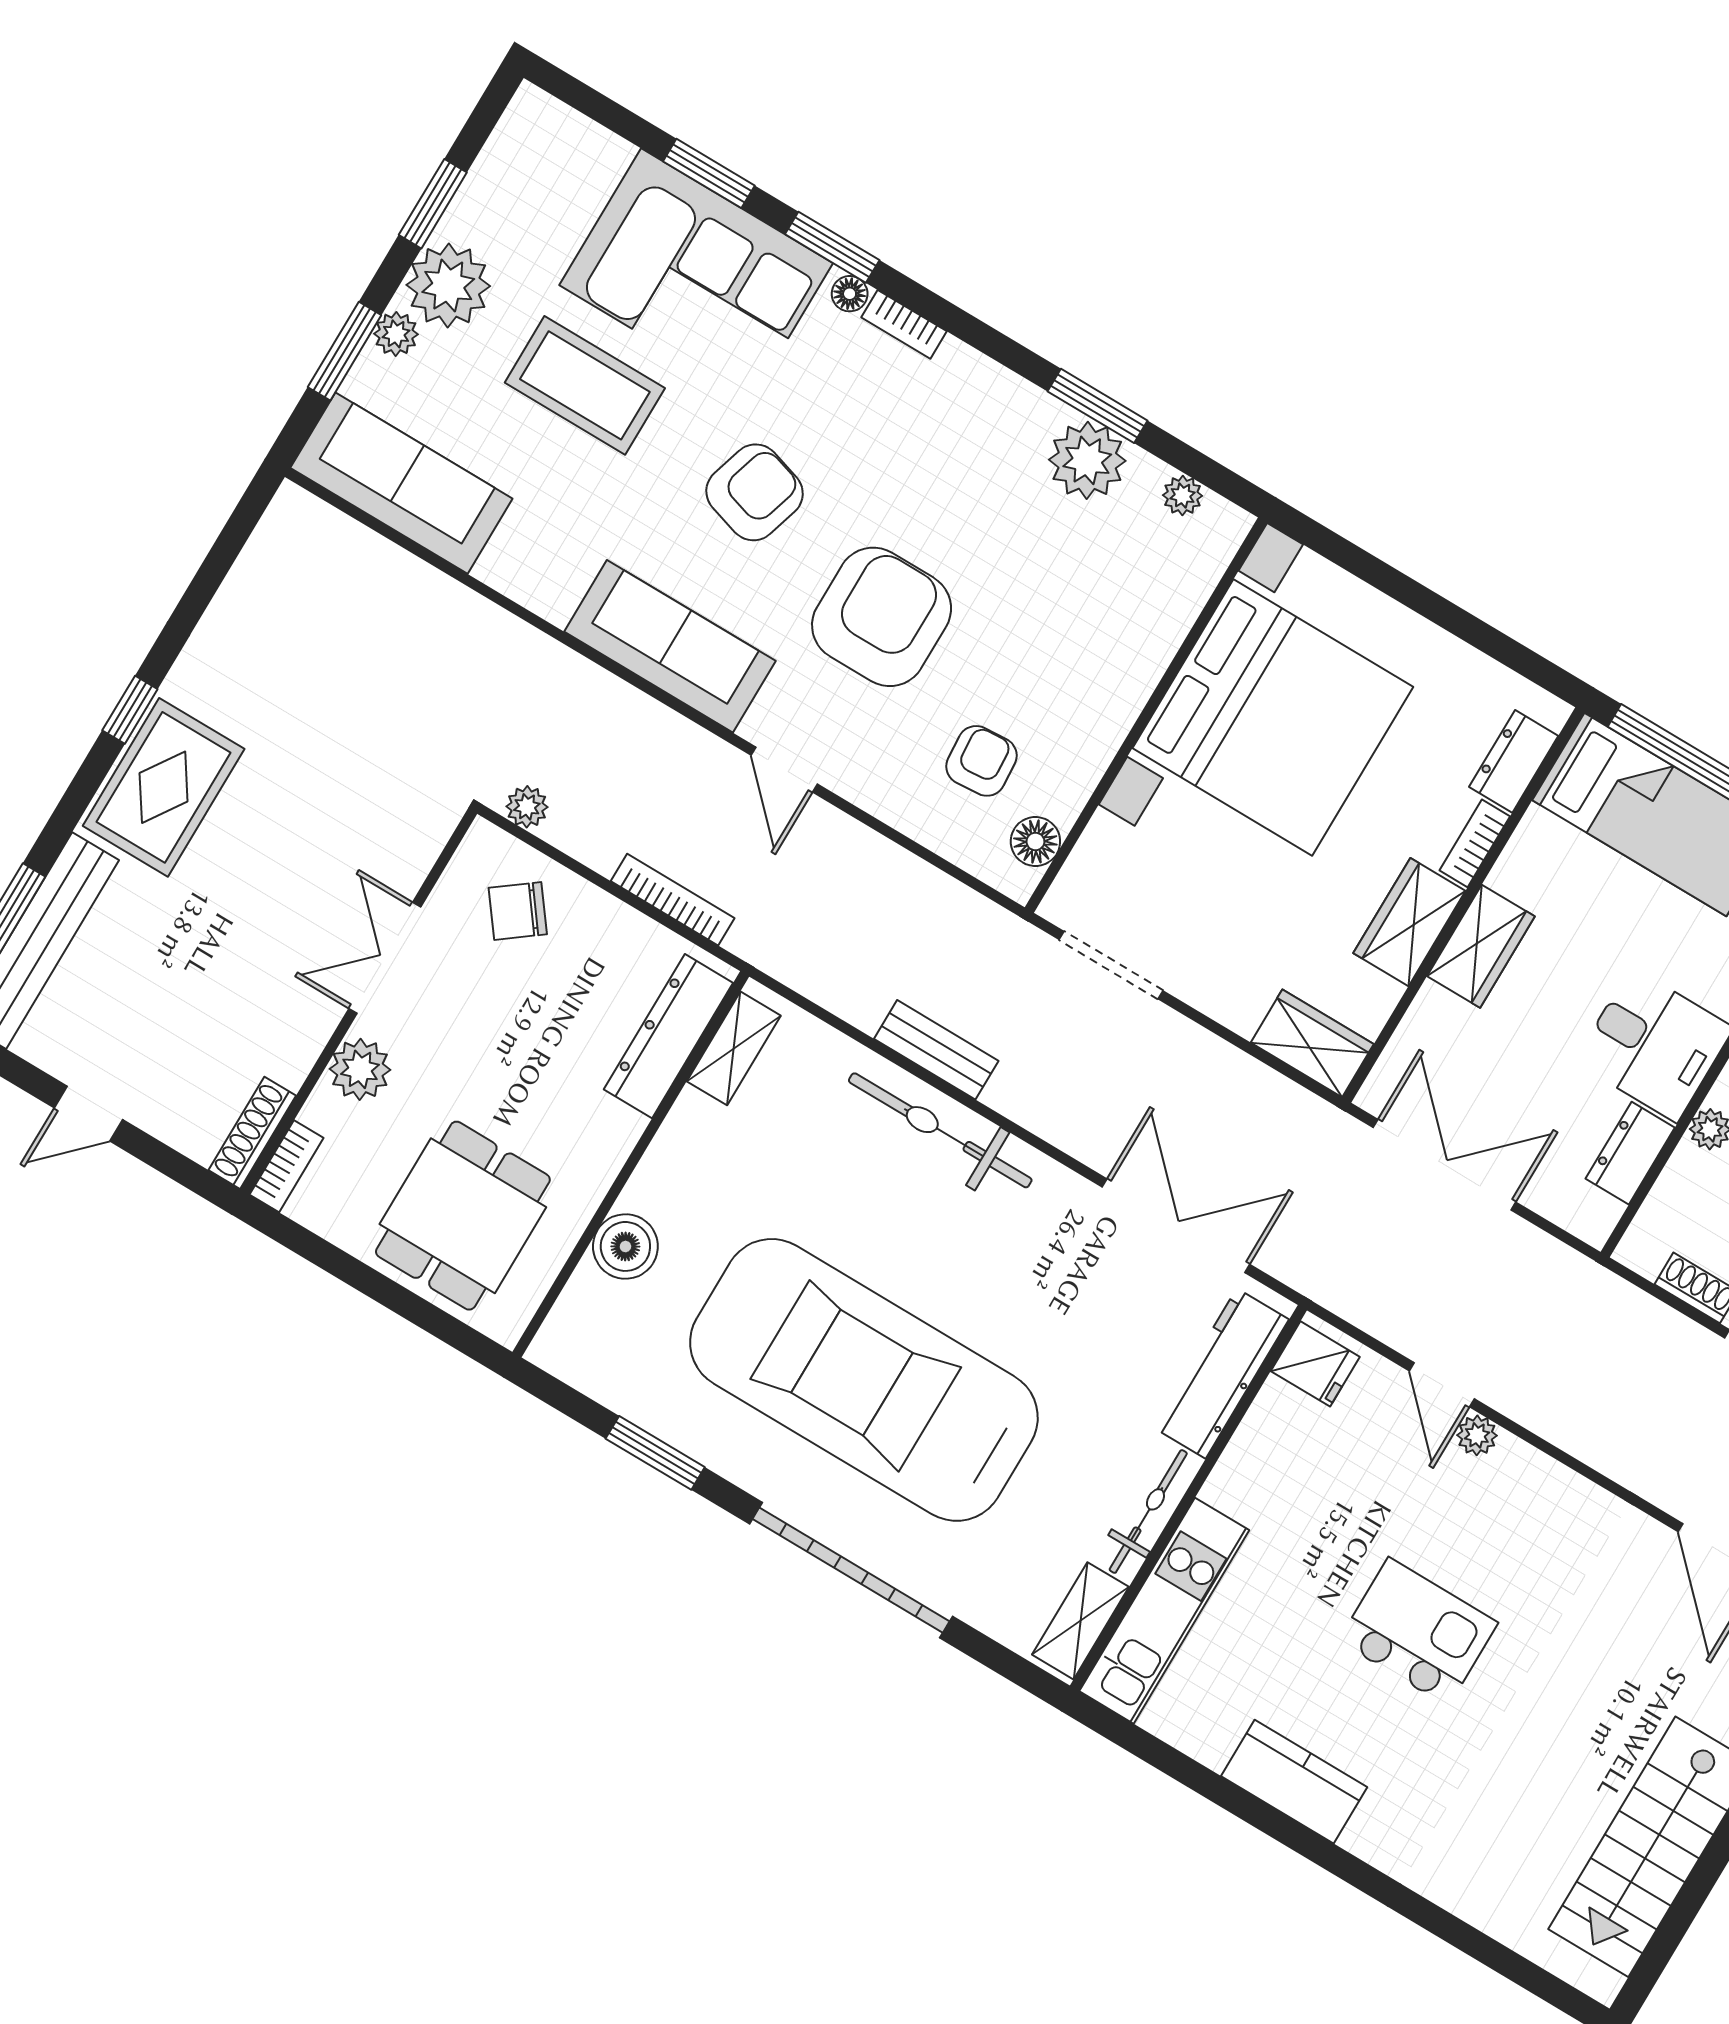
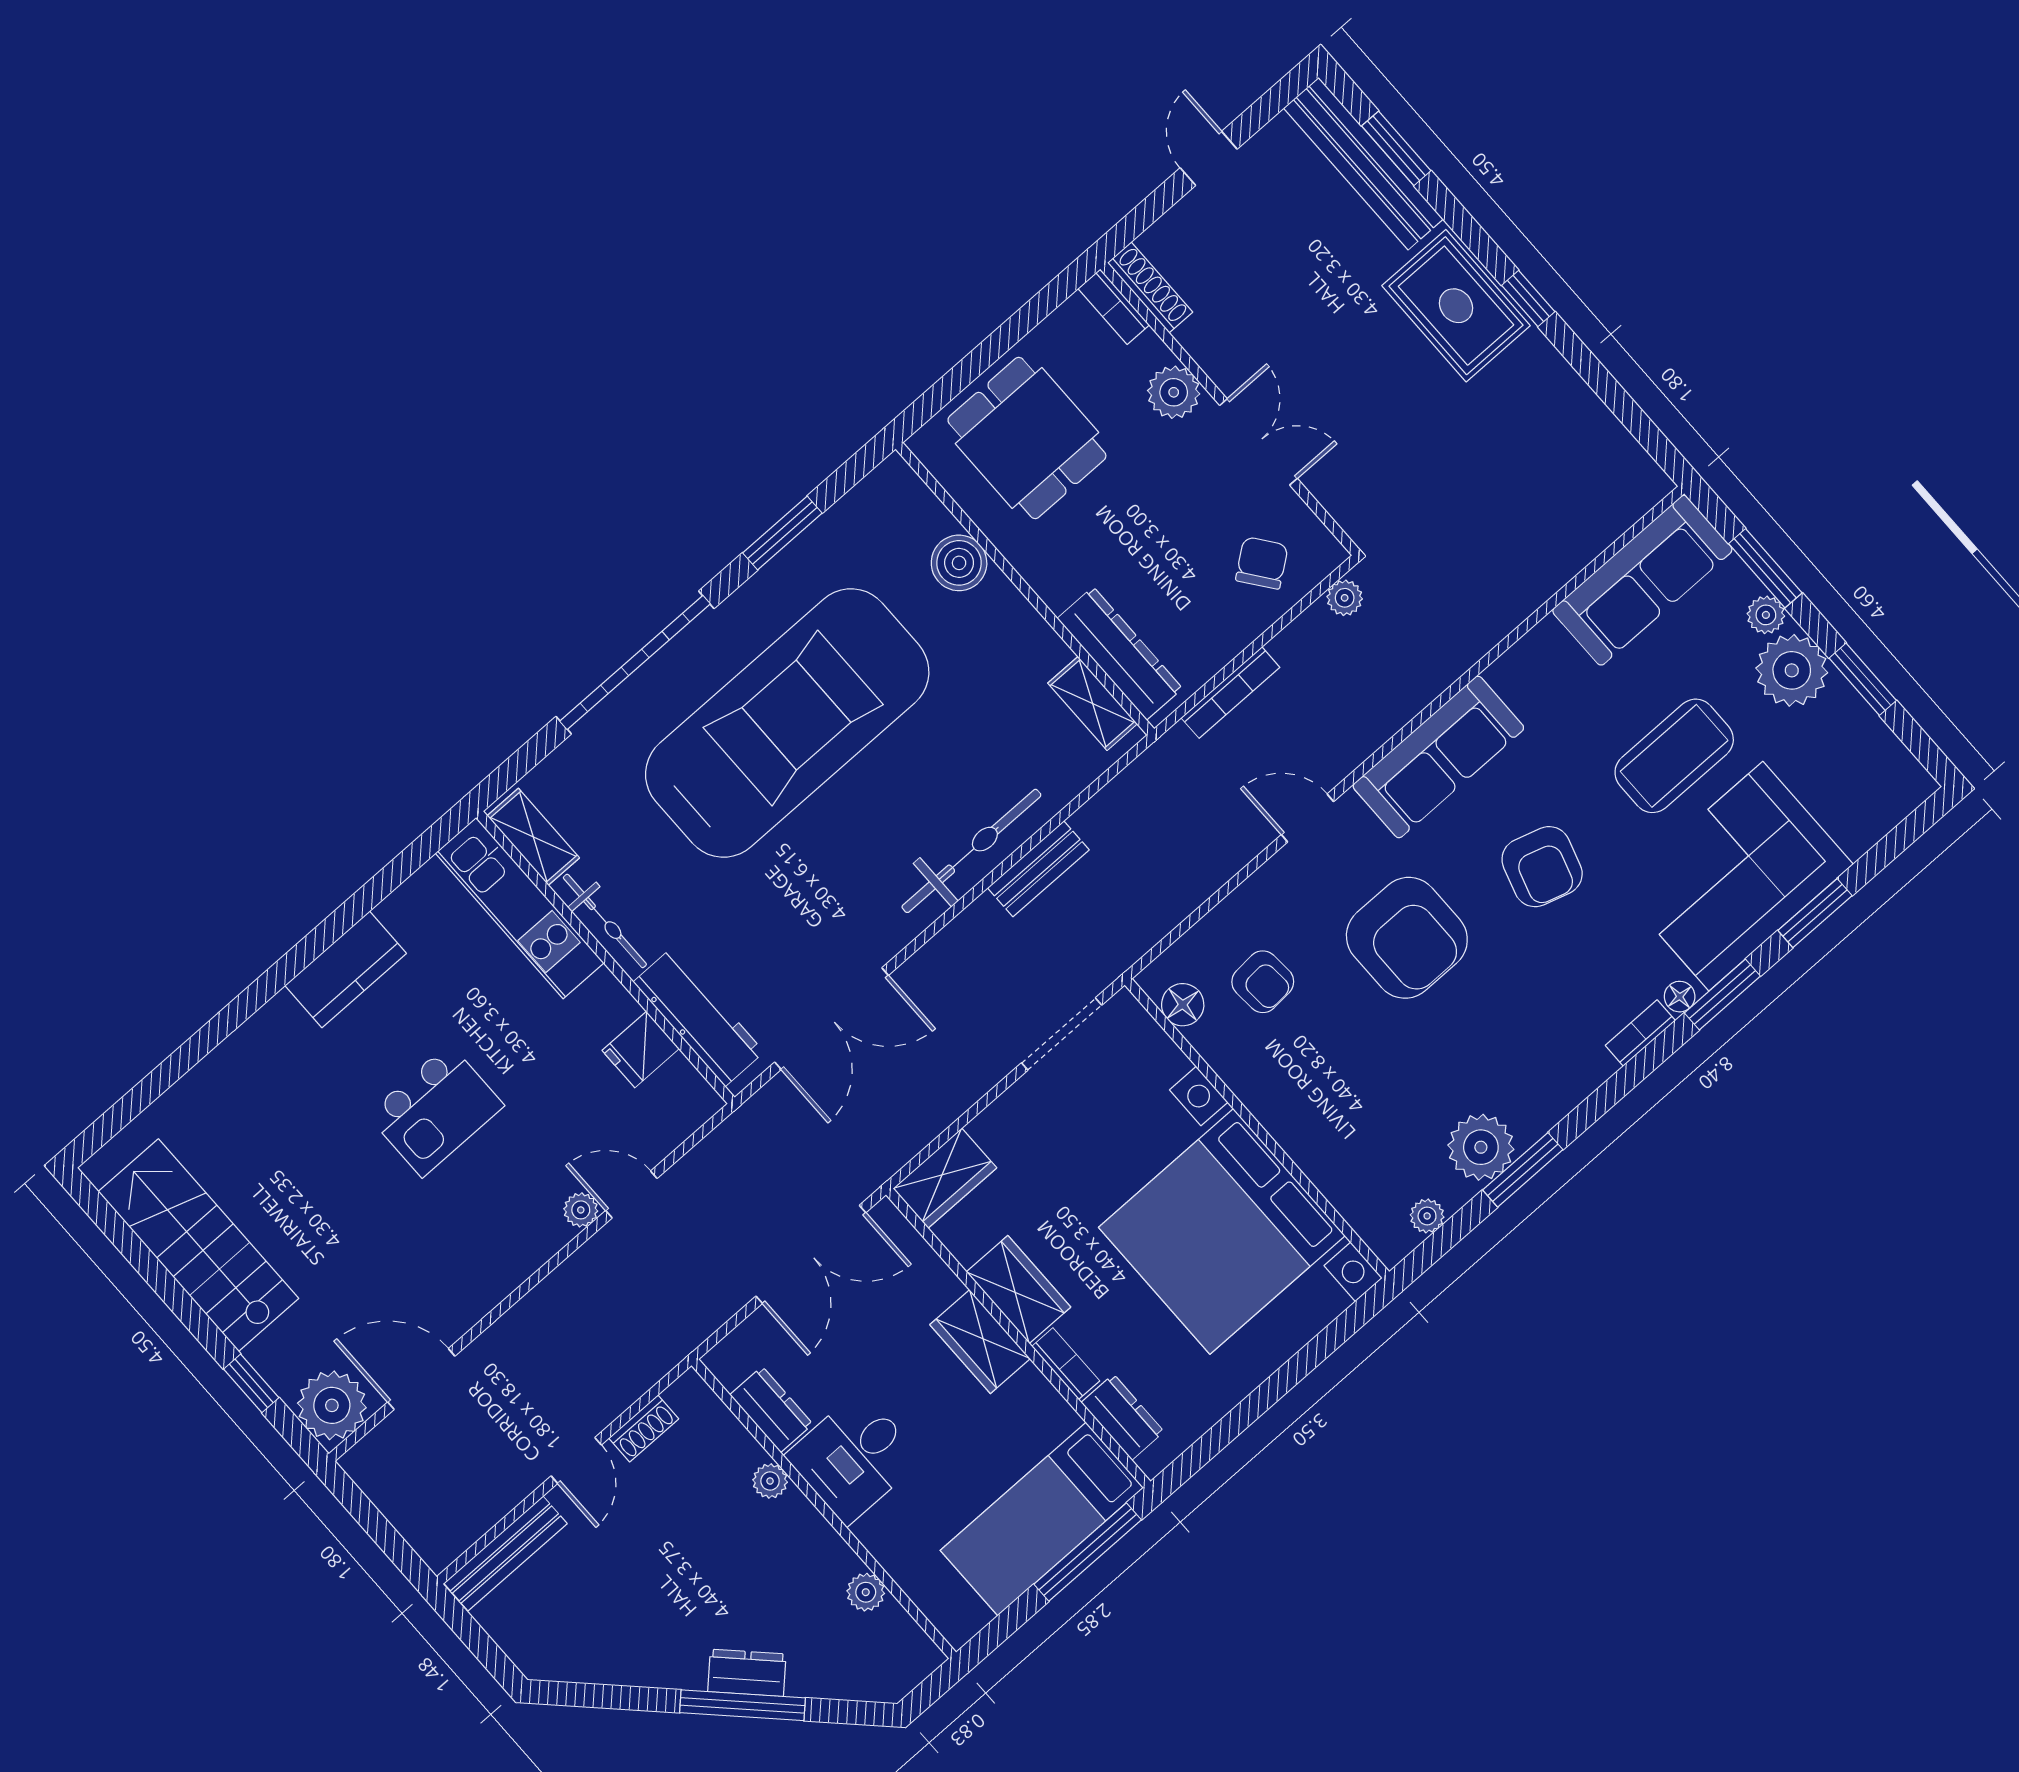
fridge: (1315, 1364) -> (641, 1050), moved

